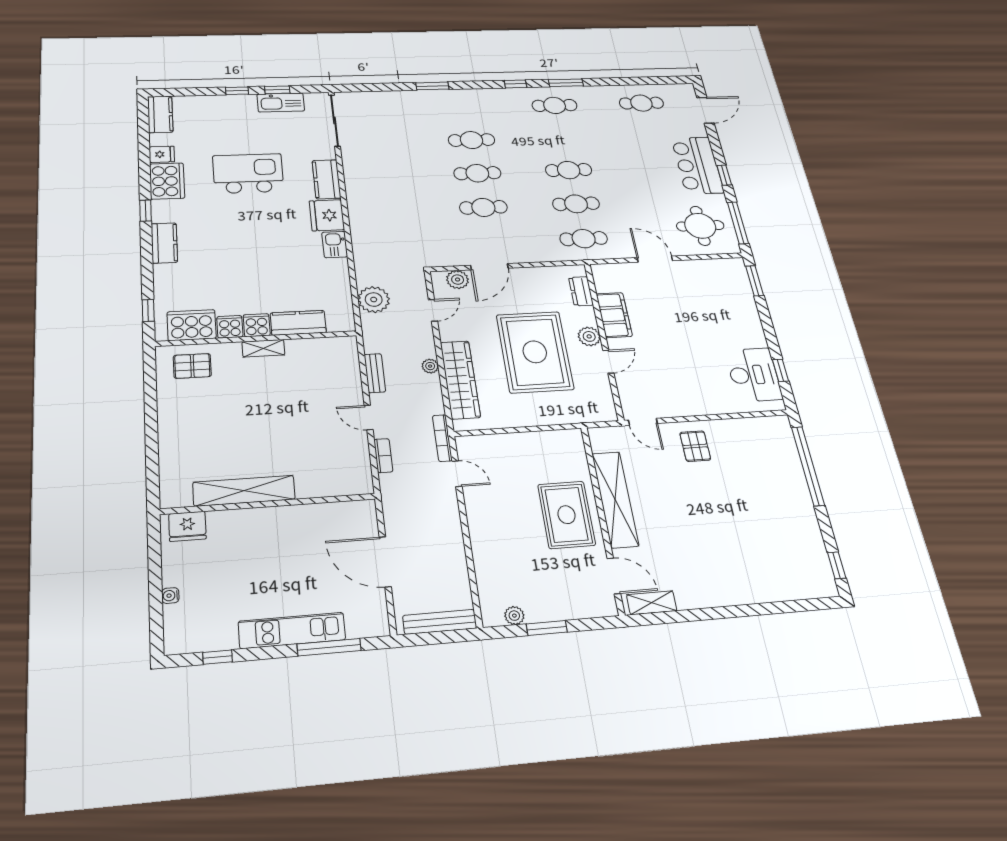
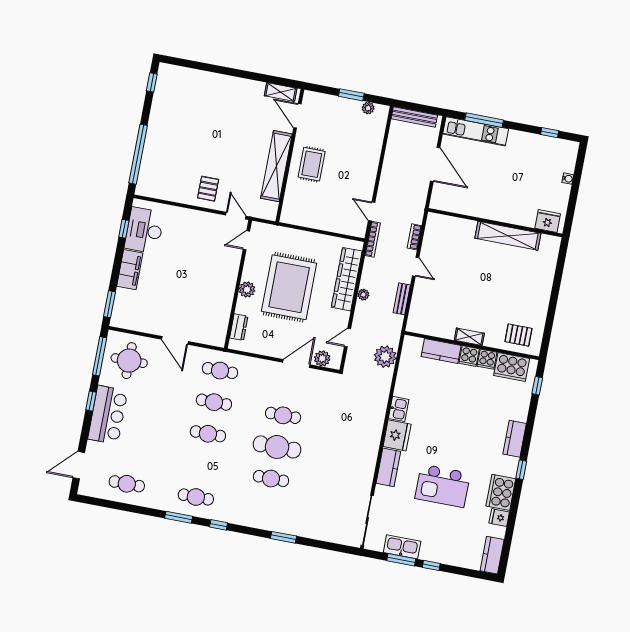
window: (277, 90) -> (401, 560), width x1.50
cafe table: (477, 173) -> (277, 447), width x1.37, depth x1.35
filing cabinet: (614, 315) -> (130, 270), moved, turned 180
door: (608, 362) -> (246, 240), moved
rug: (567, 515) -> (312, 164), width x0.73, depth x0.70
kitchen unit: (292, 630) -> (476, 131), moved

